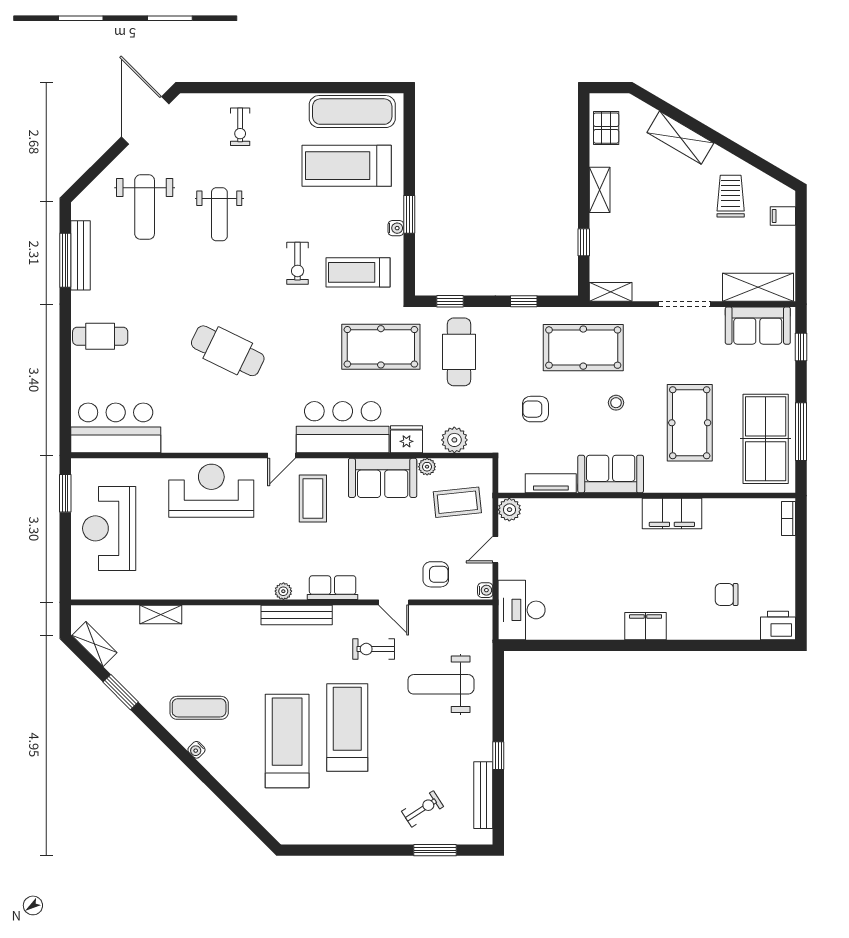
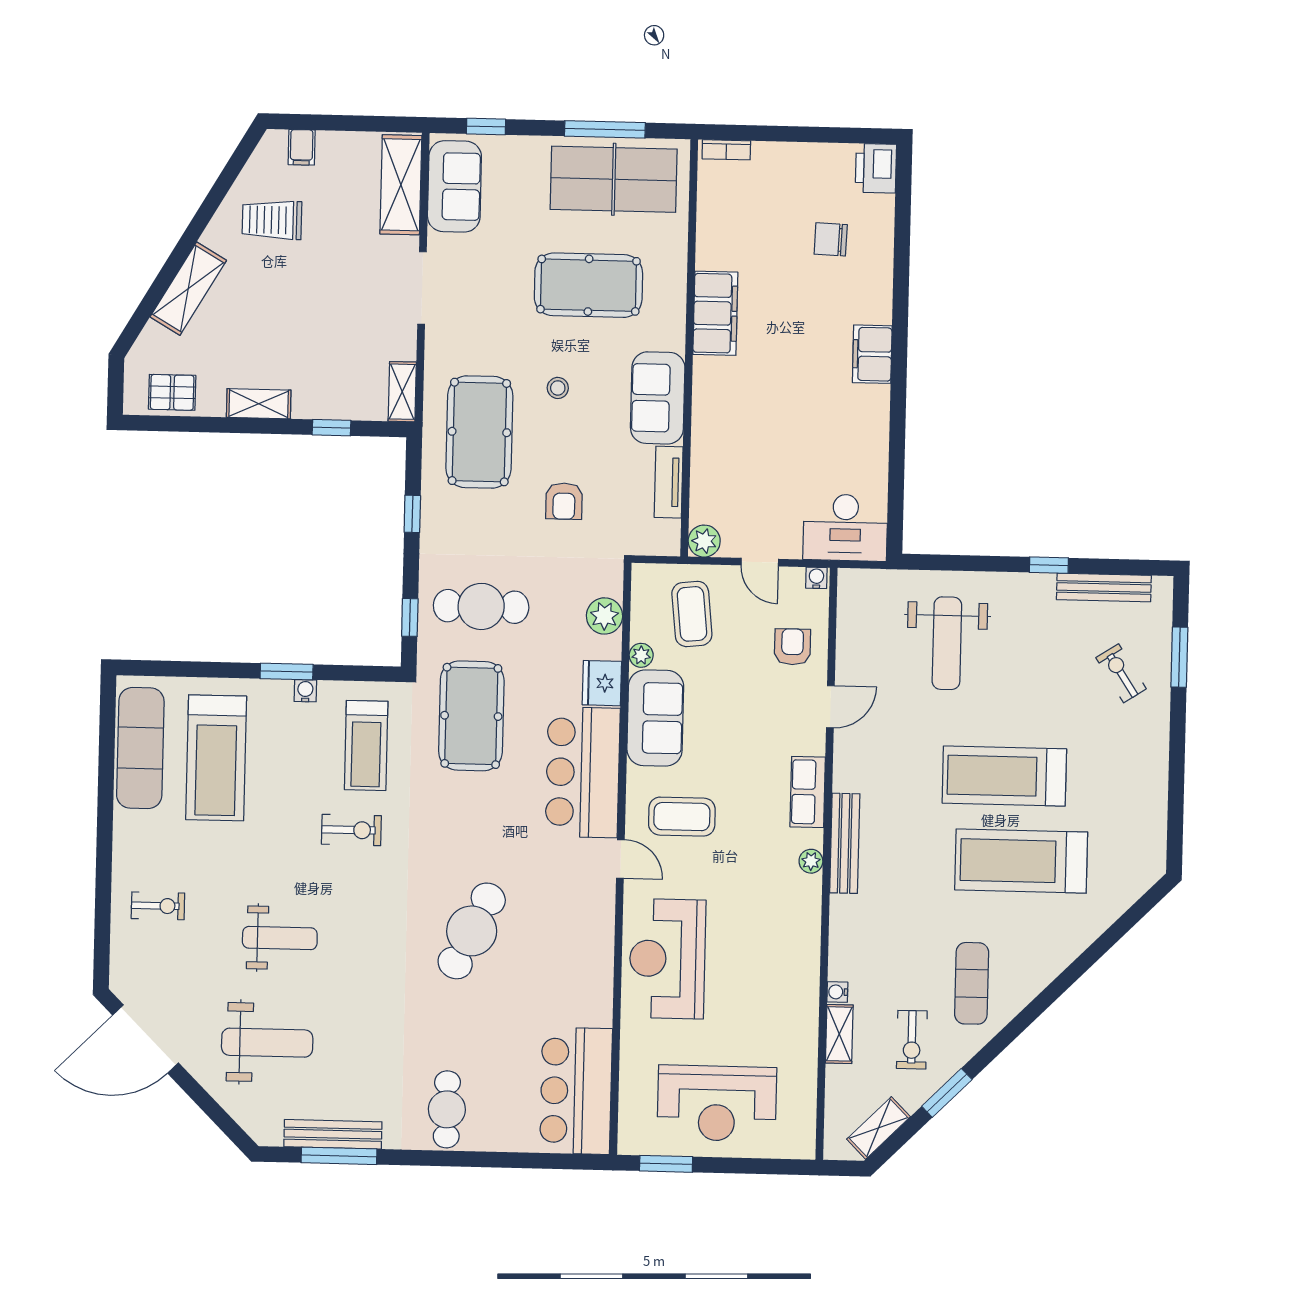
chair: (727, 594) -> (831, 239), turned 92
exercise bike: (374, 649) -> (912, 1040), moved
water cooler: (196, 750) -> (837, 992), moved, turned 135

